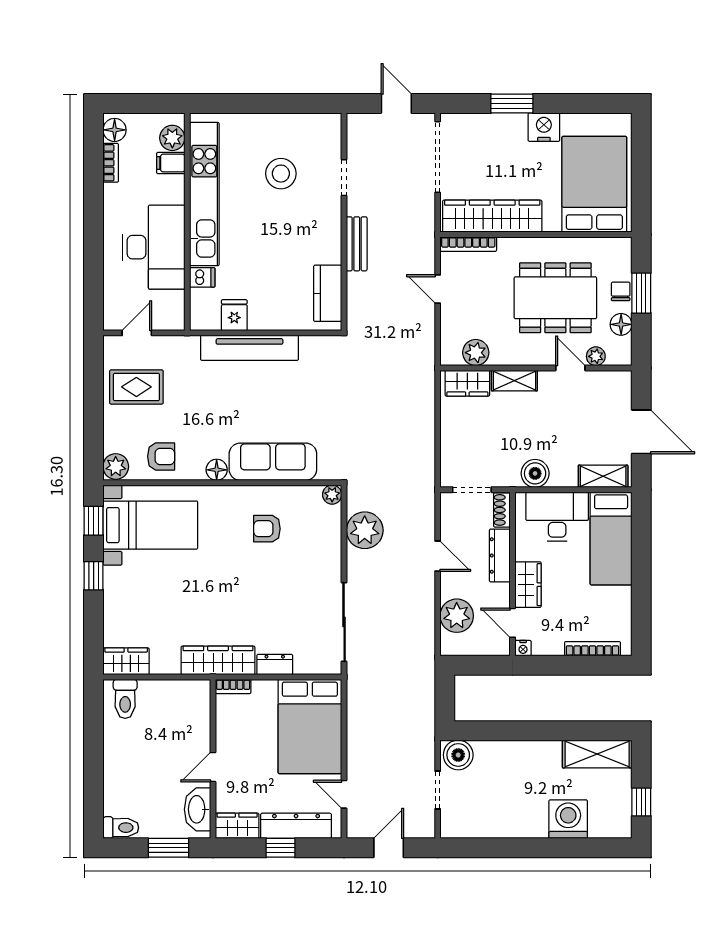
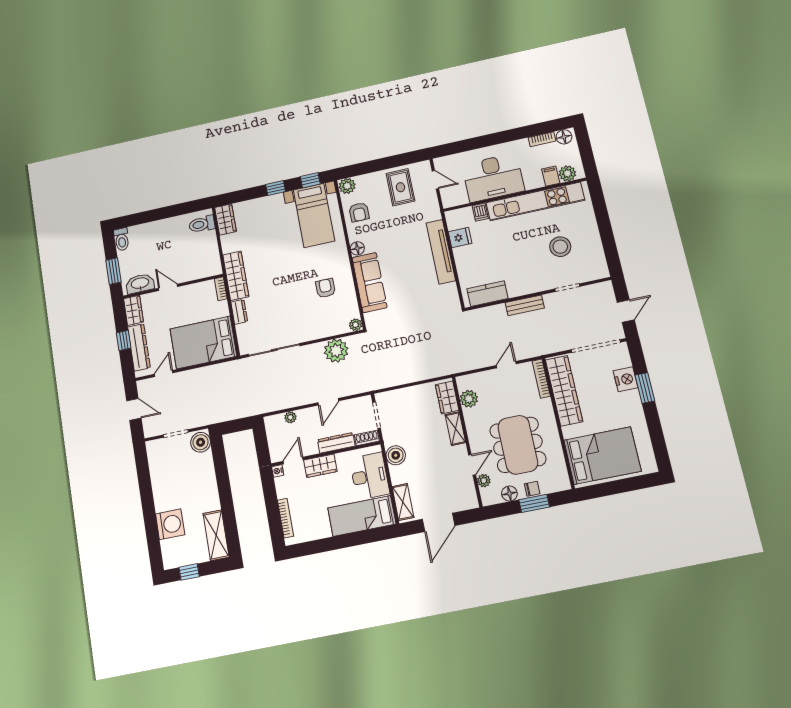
nightstand: (544, 127) -> (626, 379), moved
plant: (457, 616) -> (290, 417), width x0.53, depth x0.53

